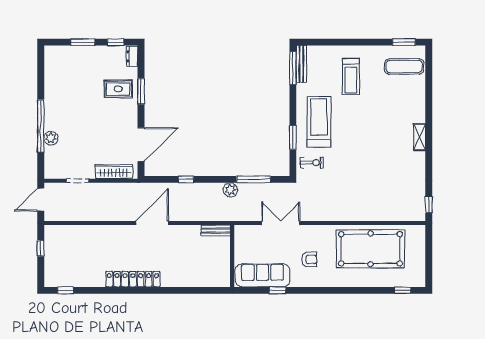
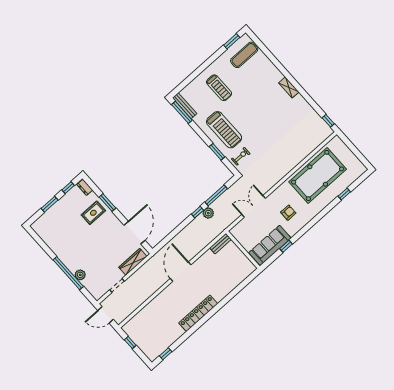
treadmill: (319, 122) -> (224, 130), turned 180
window: (186, 179) -> (197, 212), moved
door: (41, 200) -> (106, 315), hinge flipped
window: (403, 290) -> (344, 194), moved

